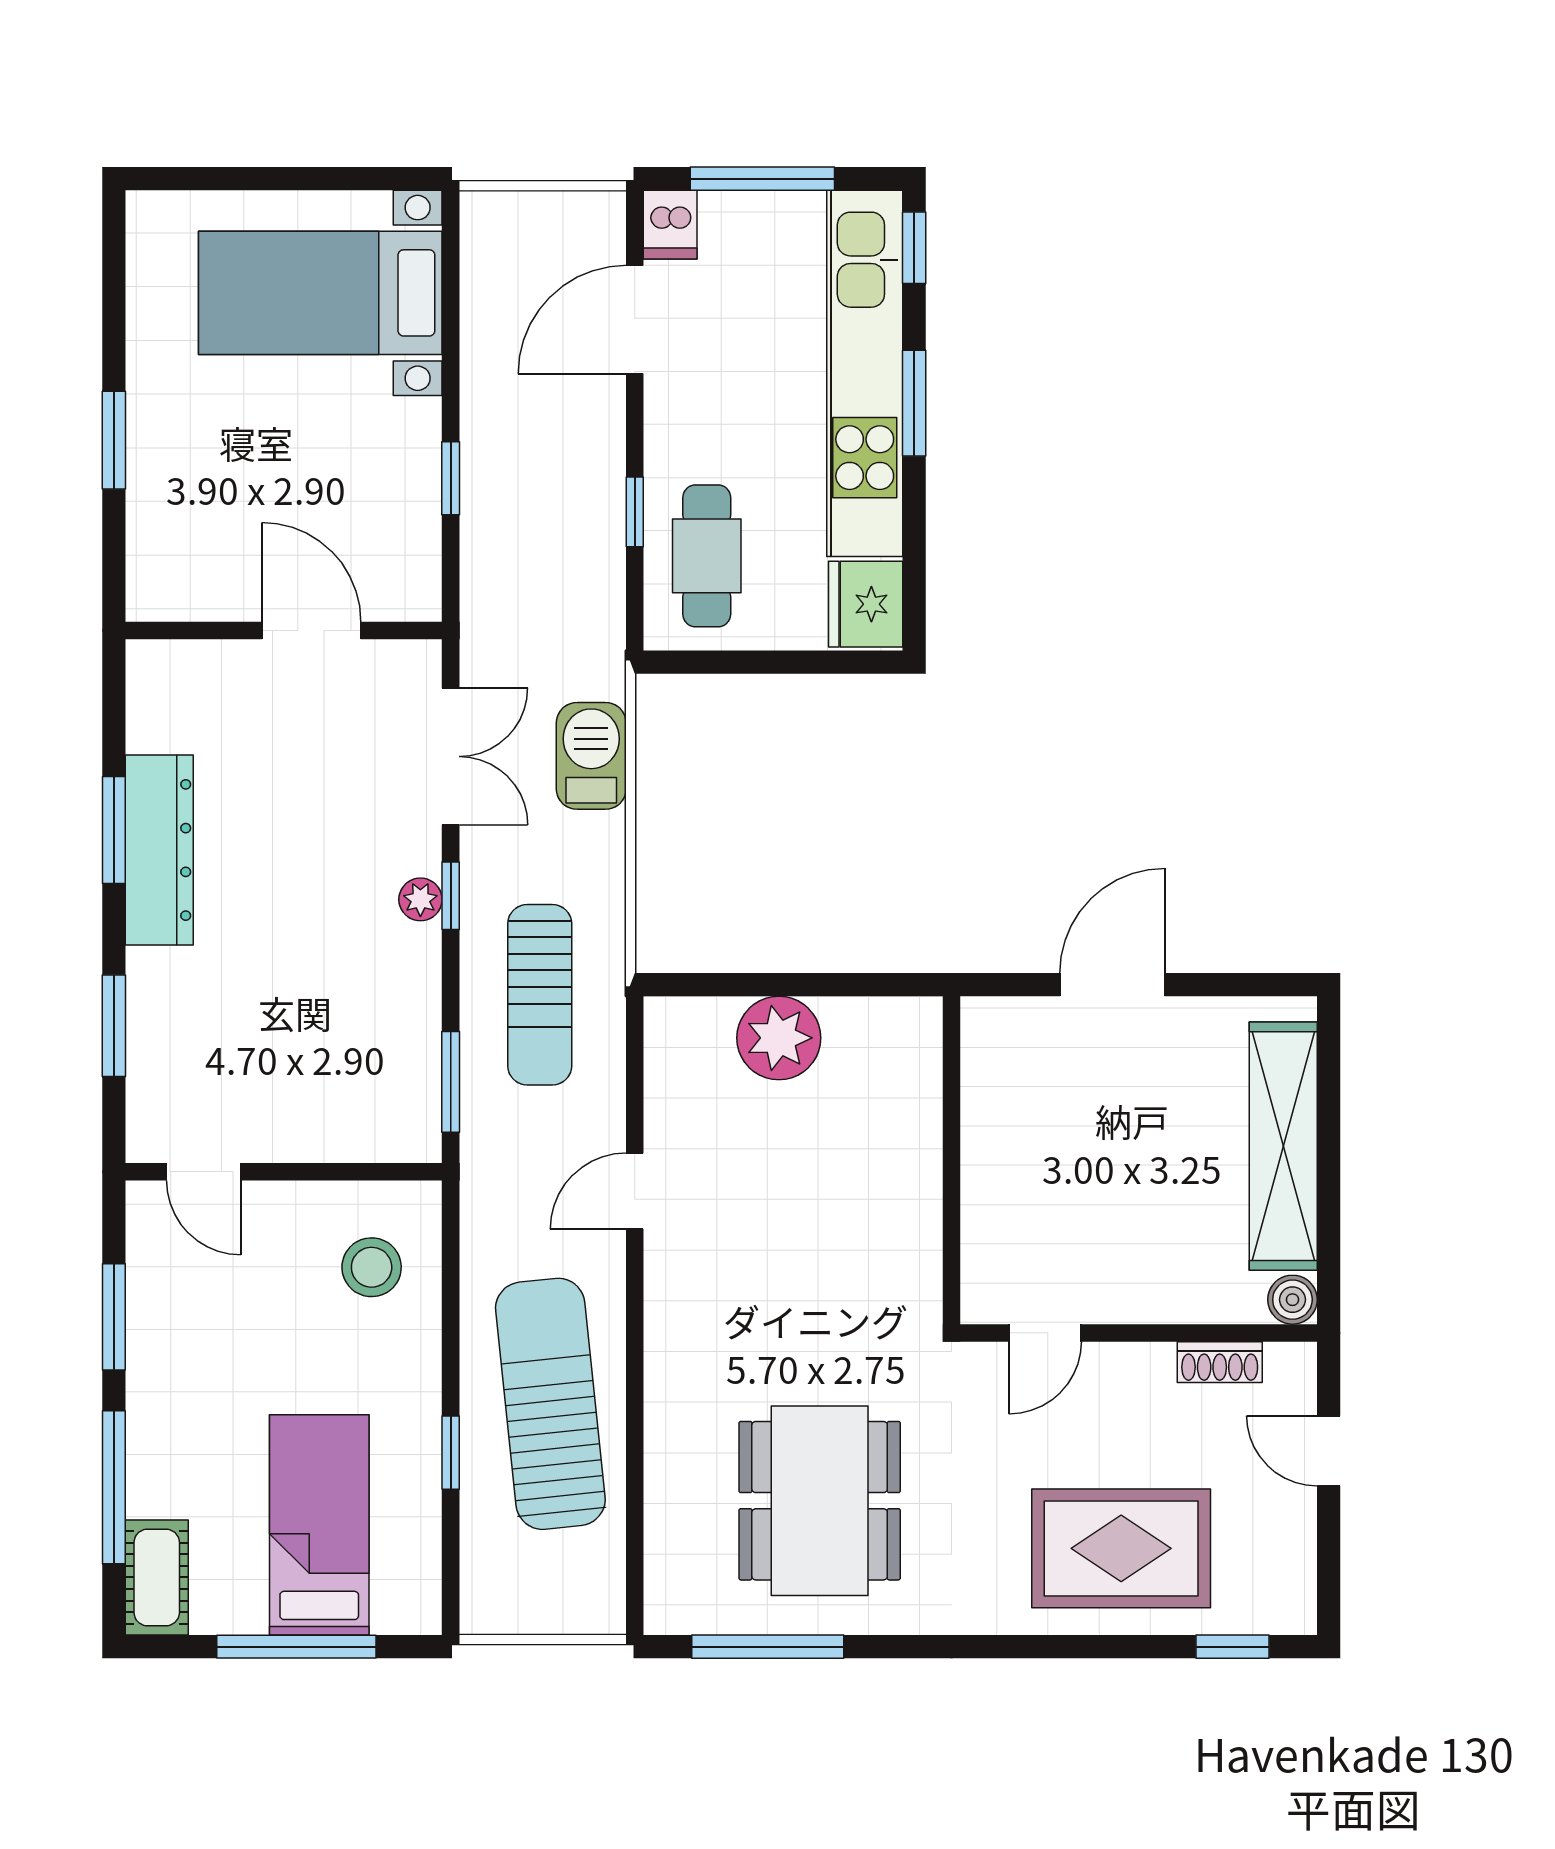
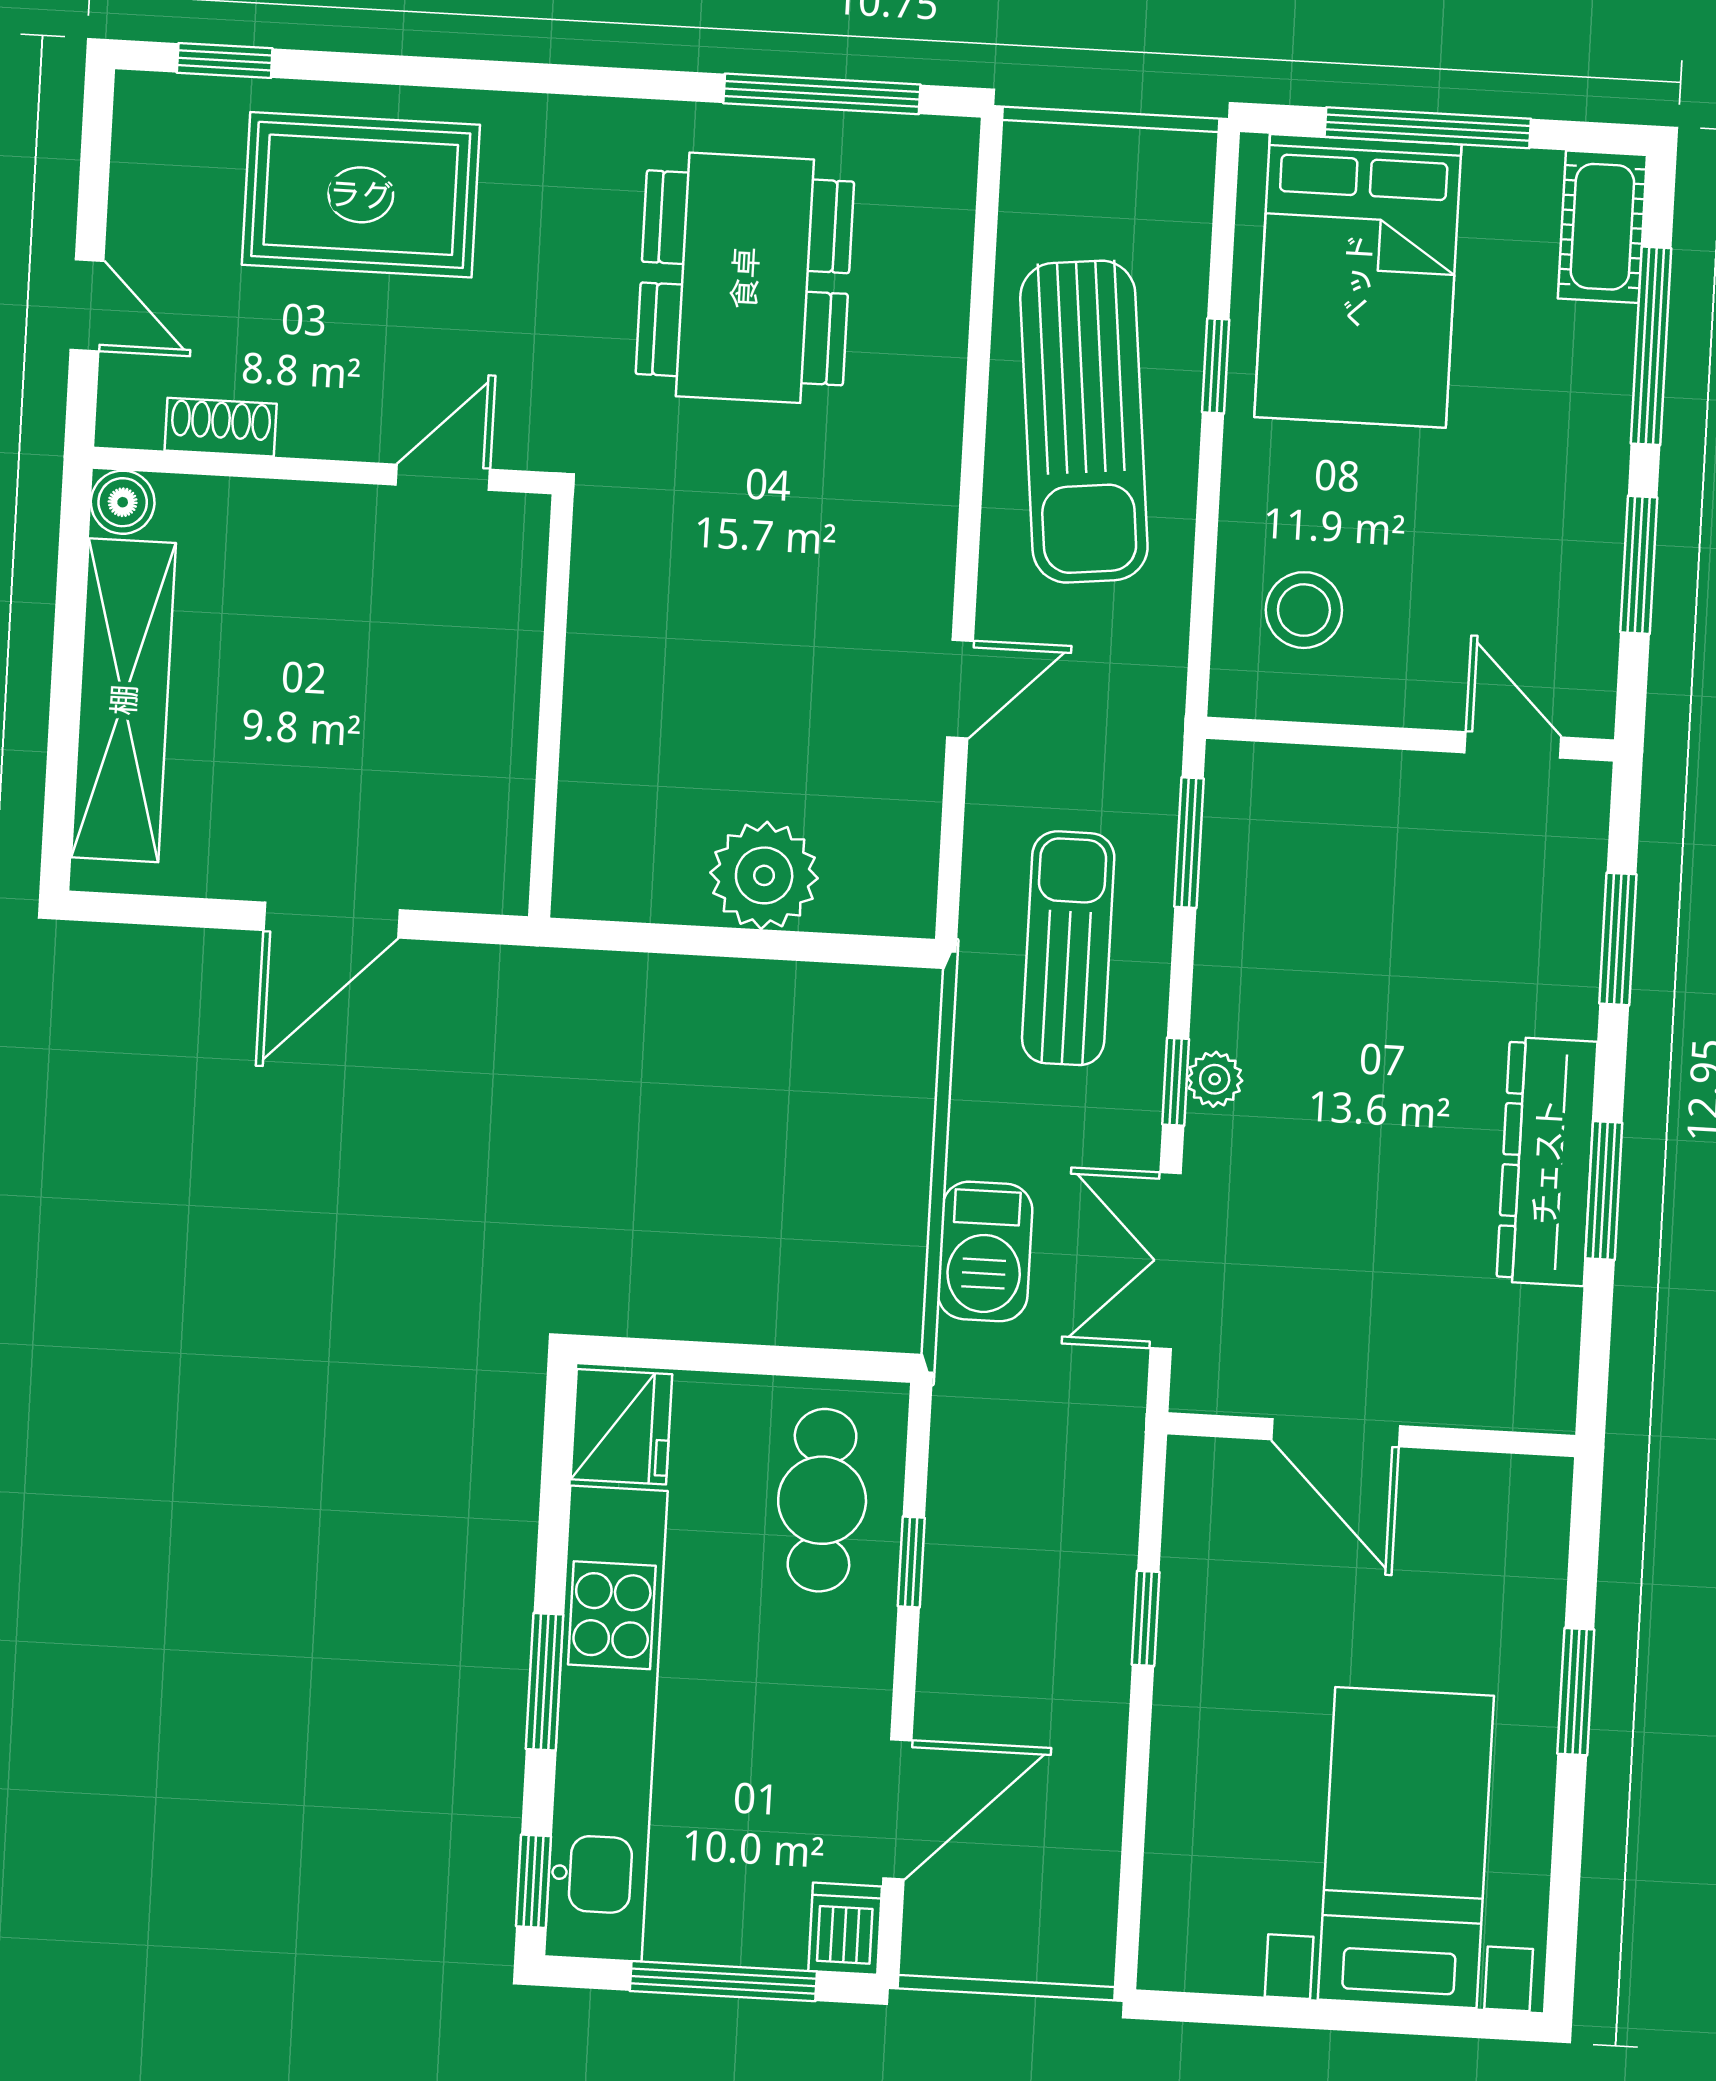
bed with nightstands: (320, 293) -> (1406, 1848), moved, turned -90
bed: (319, 1525) -> (1358, 281), width x1.50

